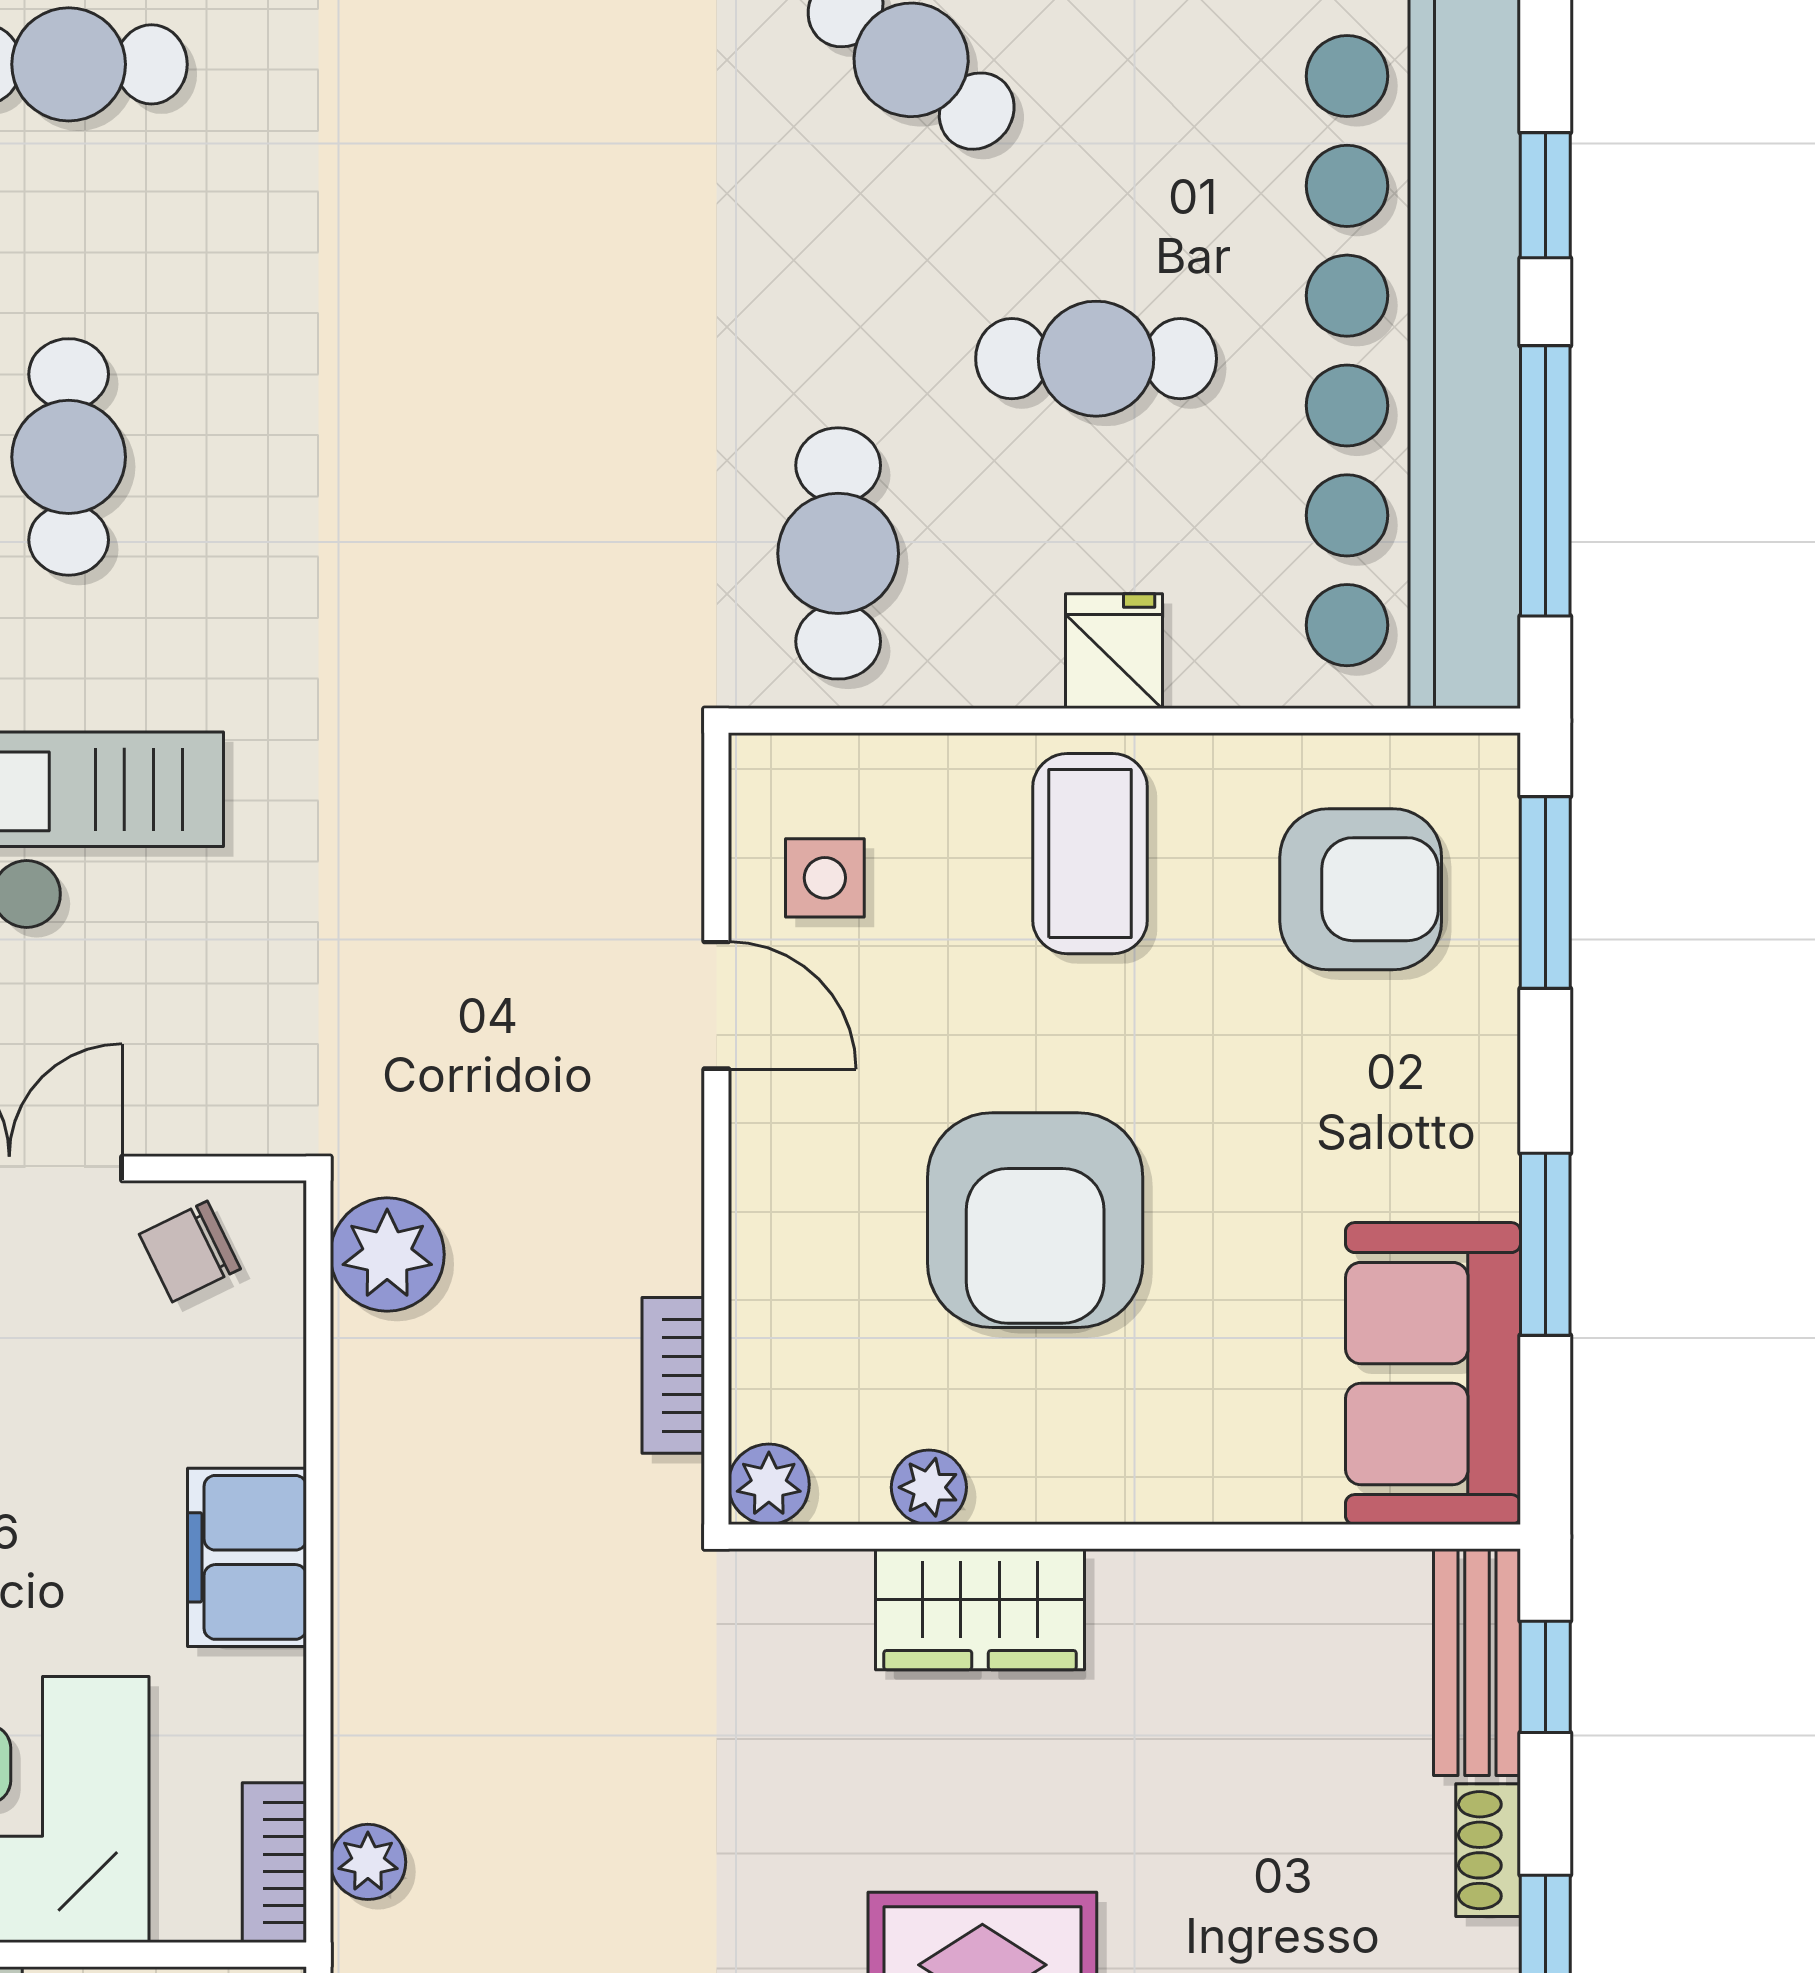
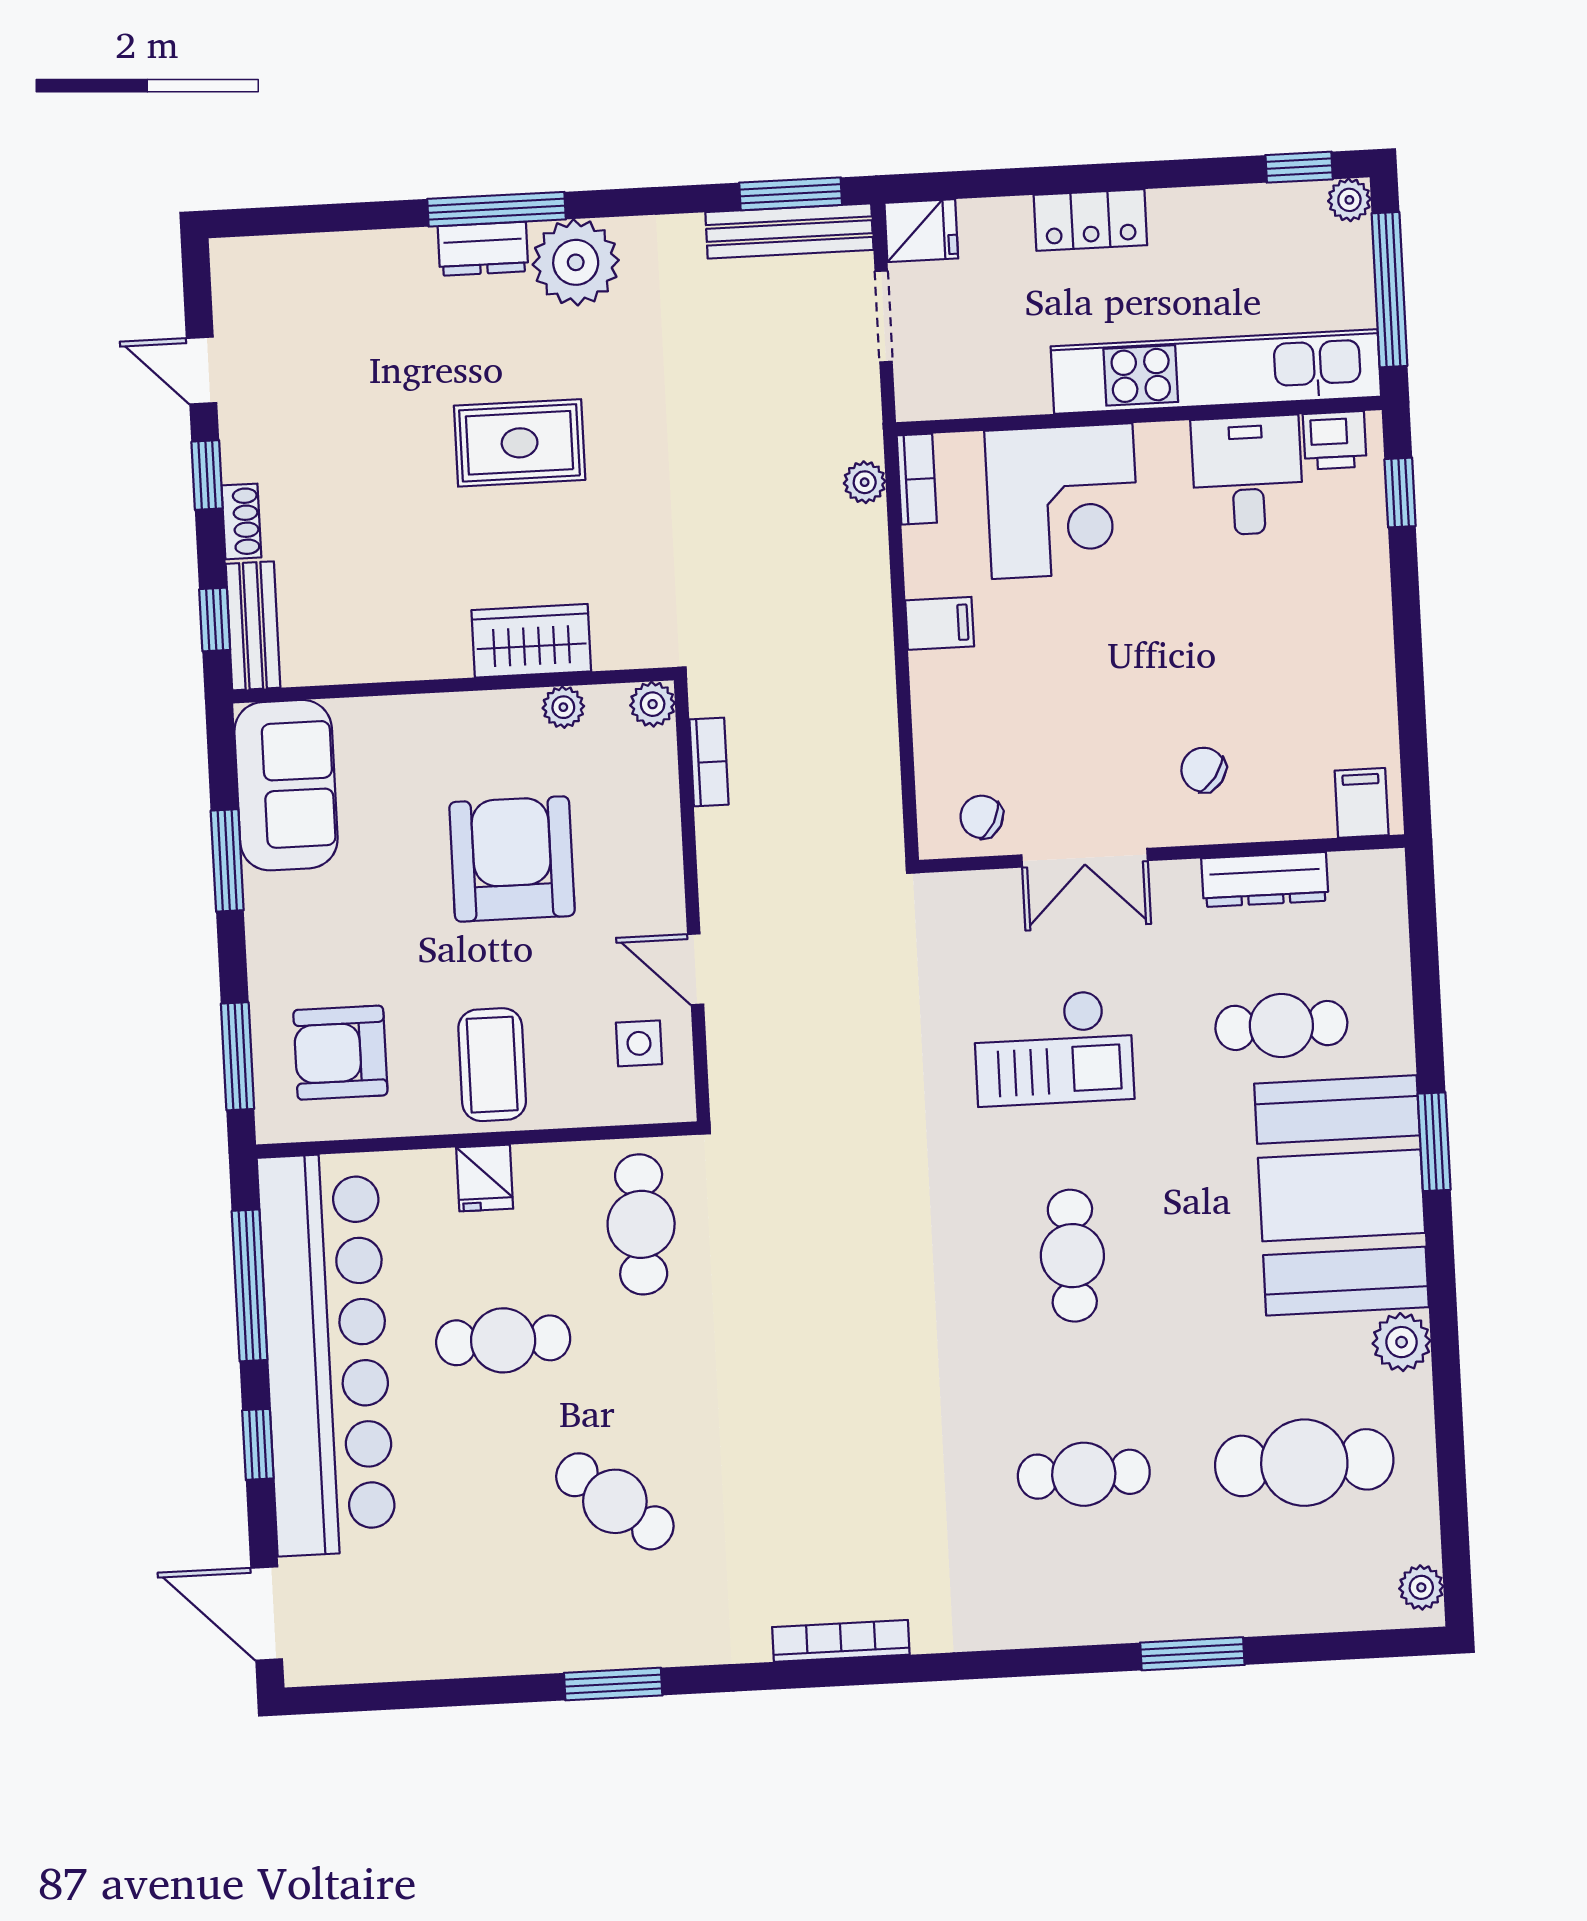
chair: (190, 1251) -> (982, 817), turned -126
plant: (387, 1254) -> (872, 821), removed
filing cabinet: (247, 1557) -> (940, 623), width x0.50

